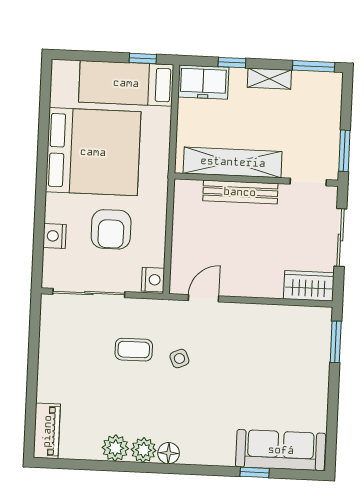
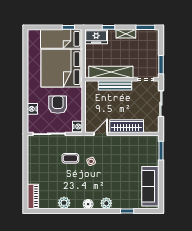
bed: (93, 152) -> (62, 68), moved, turned 180
armchair: (111, 229) -> (58, 105), turned 180
wardrobe: (309, 286) -> (127, 126), moved, width x1.50
plant: (143, 450) -> (106, 203), moved
sofa: (281, 450) -> (150, 186), moved, turned -90

